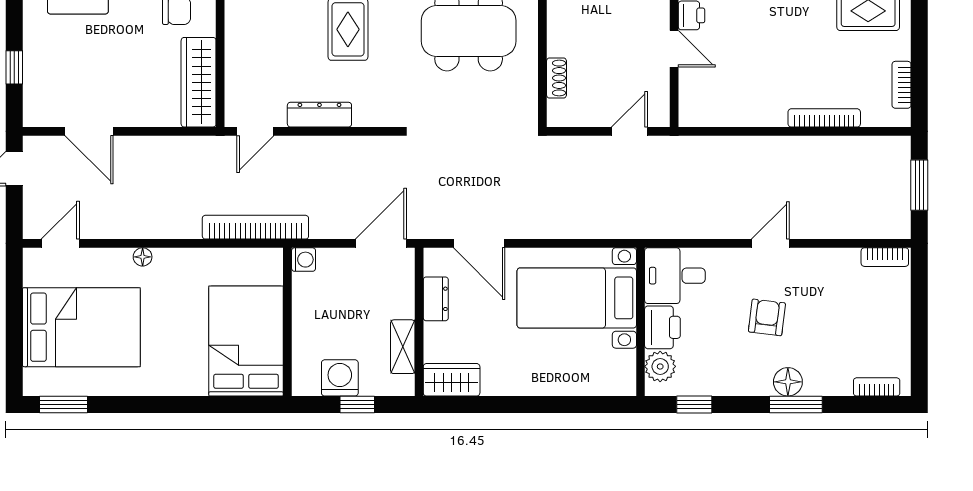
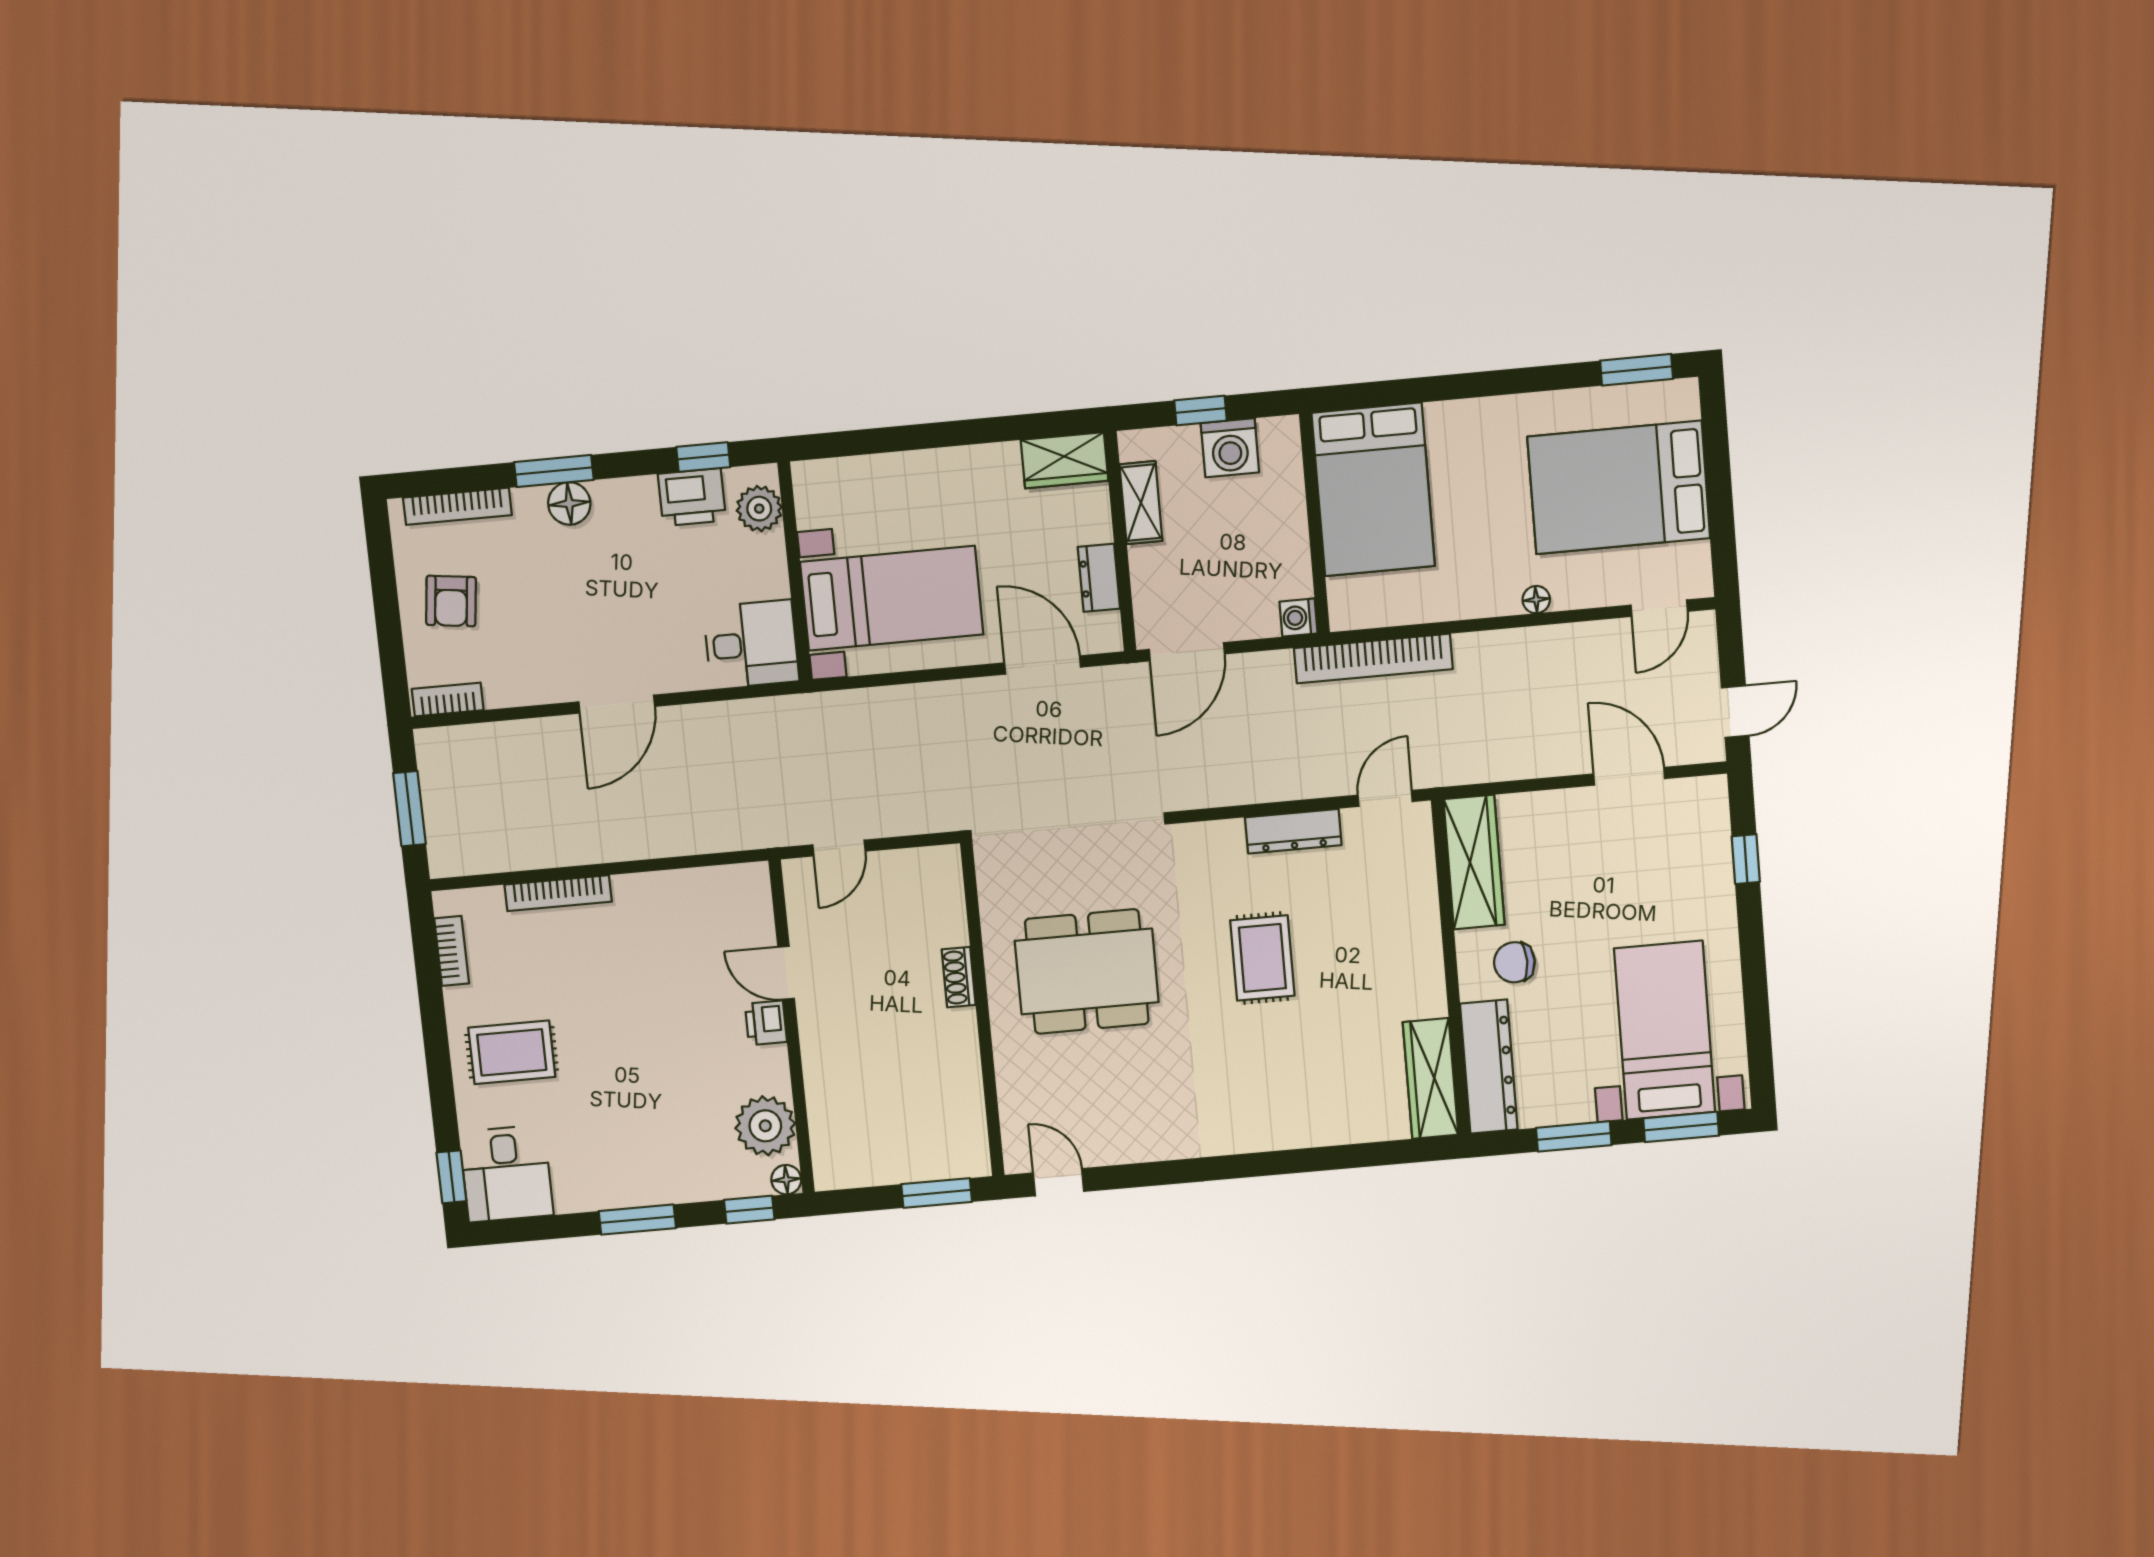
shoe rack: (556, 78) -> (959, 977), moved
door: (770, 243) -> (617, 704), width x1.38
armchair: (767, 317) -> (451, 601), moved
printer: (662, 327) -> (692, 497), moved, turned -90
bookcase: (877, 387) -> (457, 506), width x1.56

